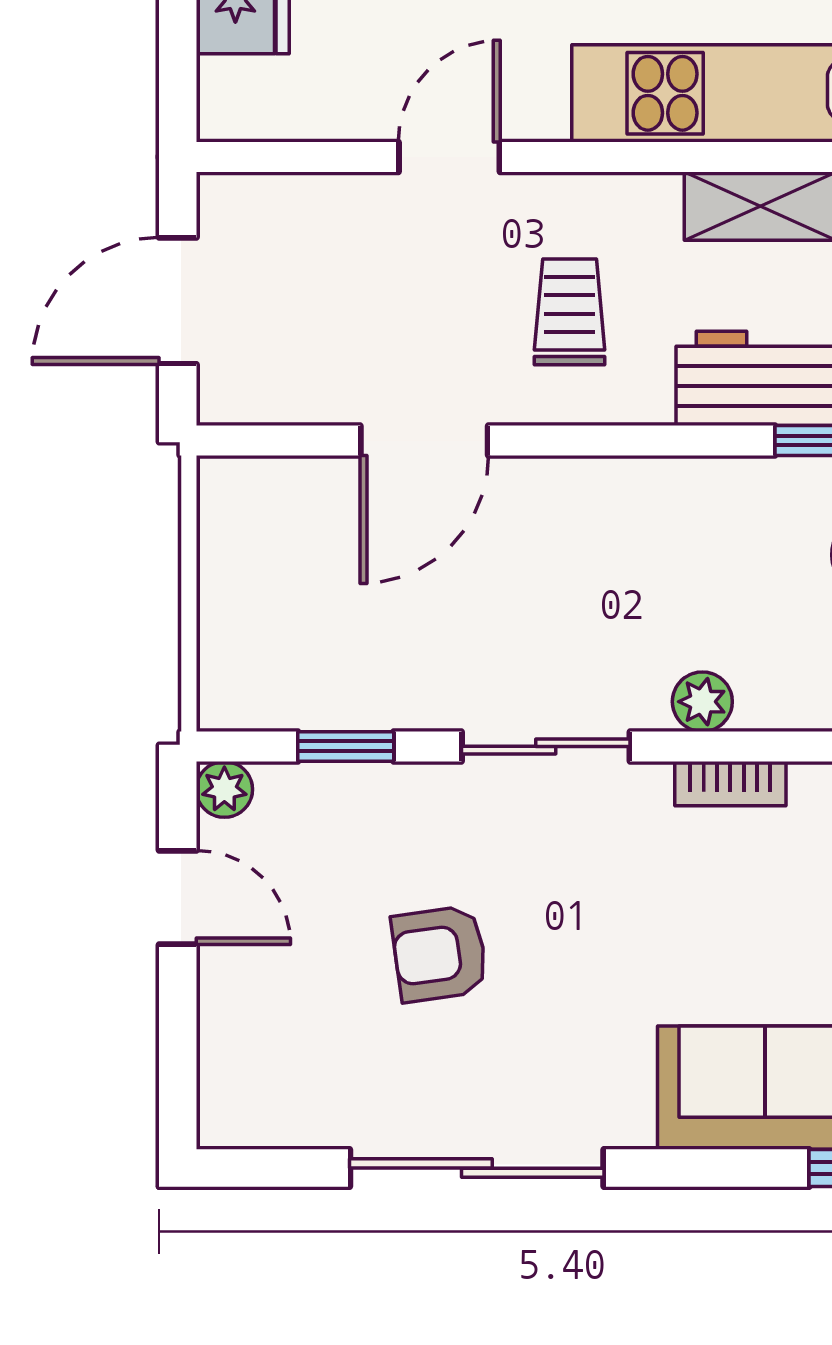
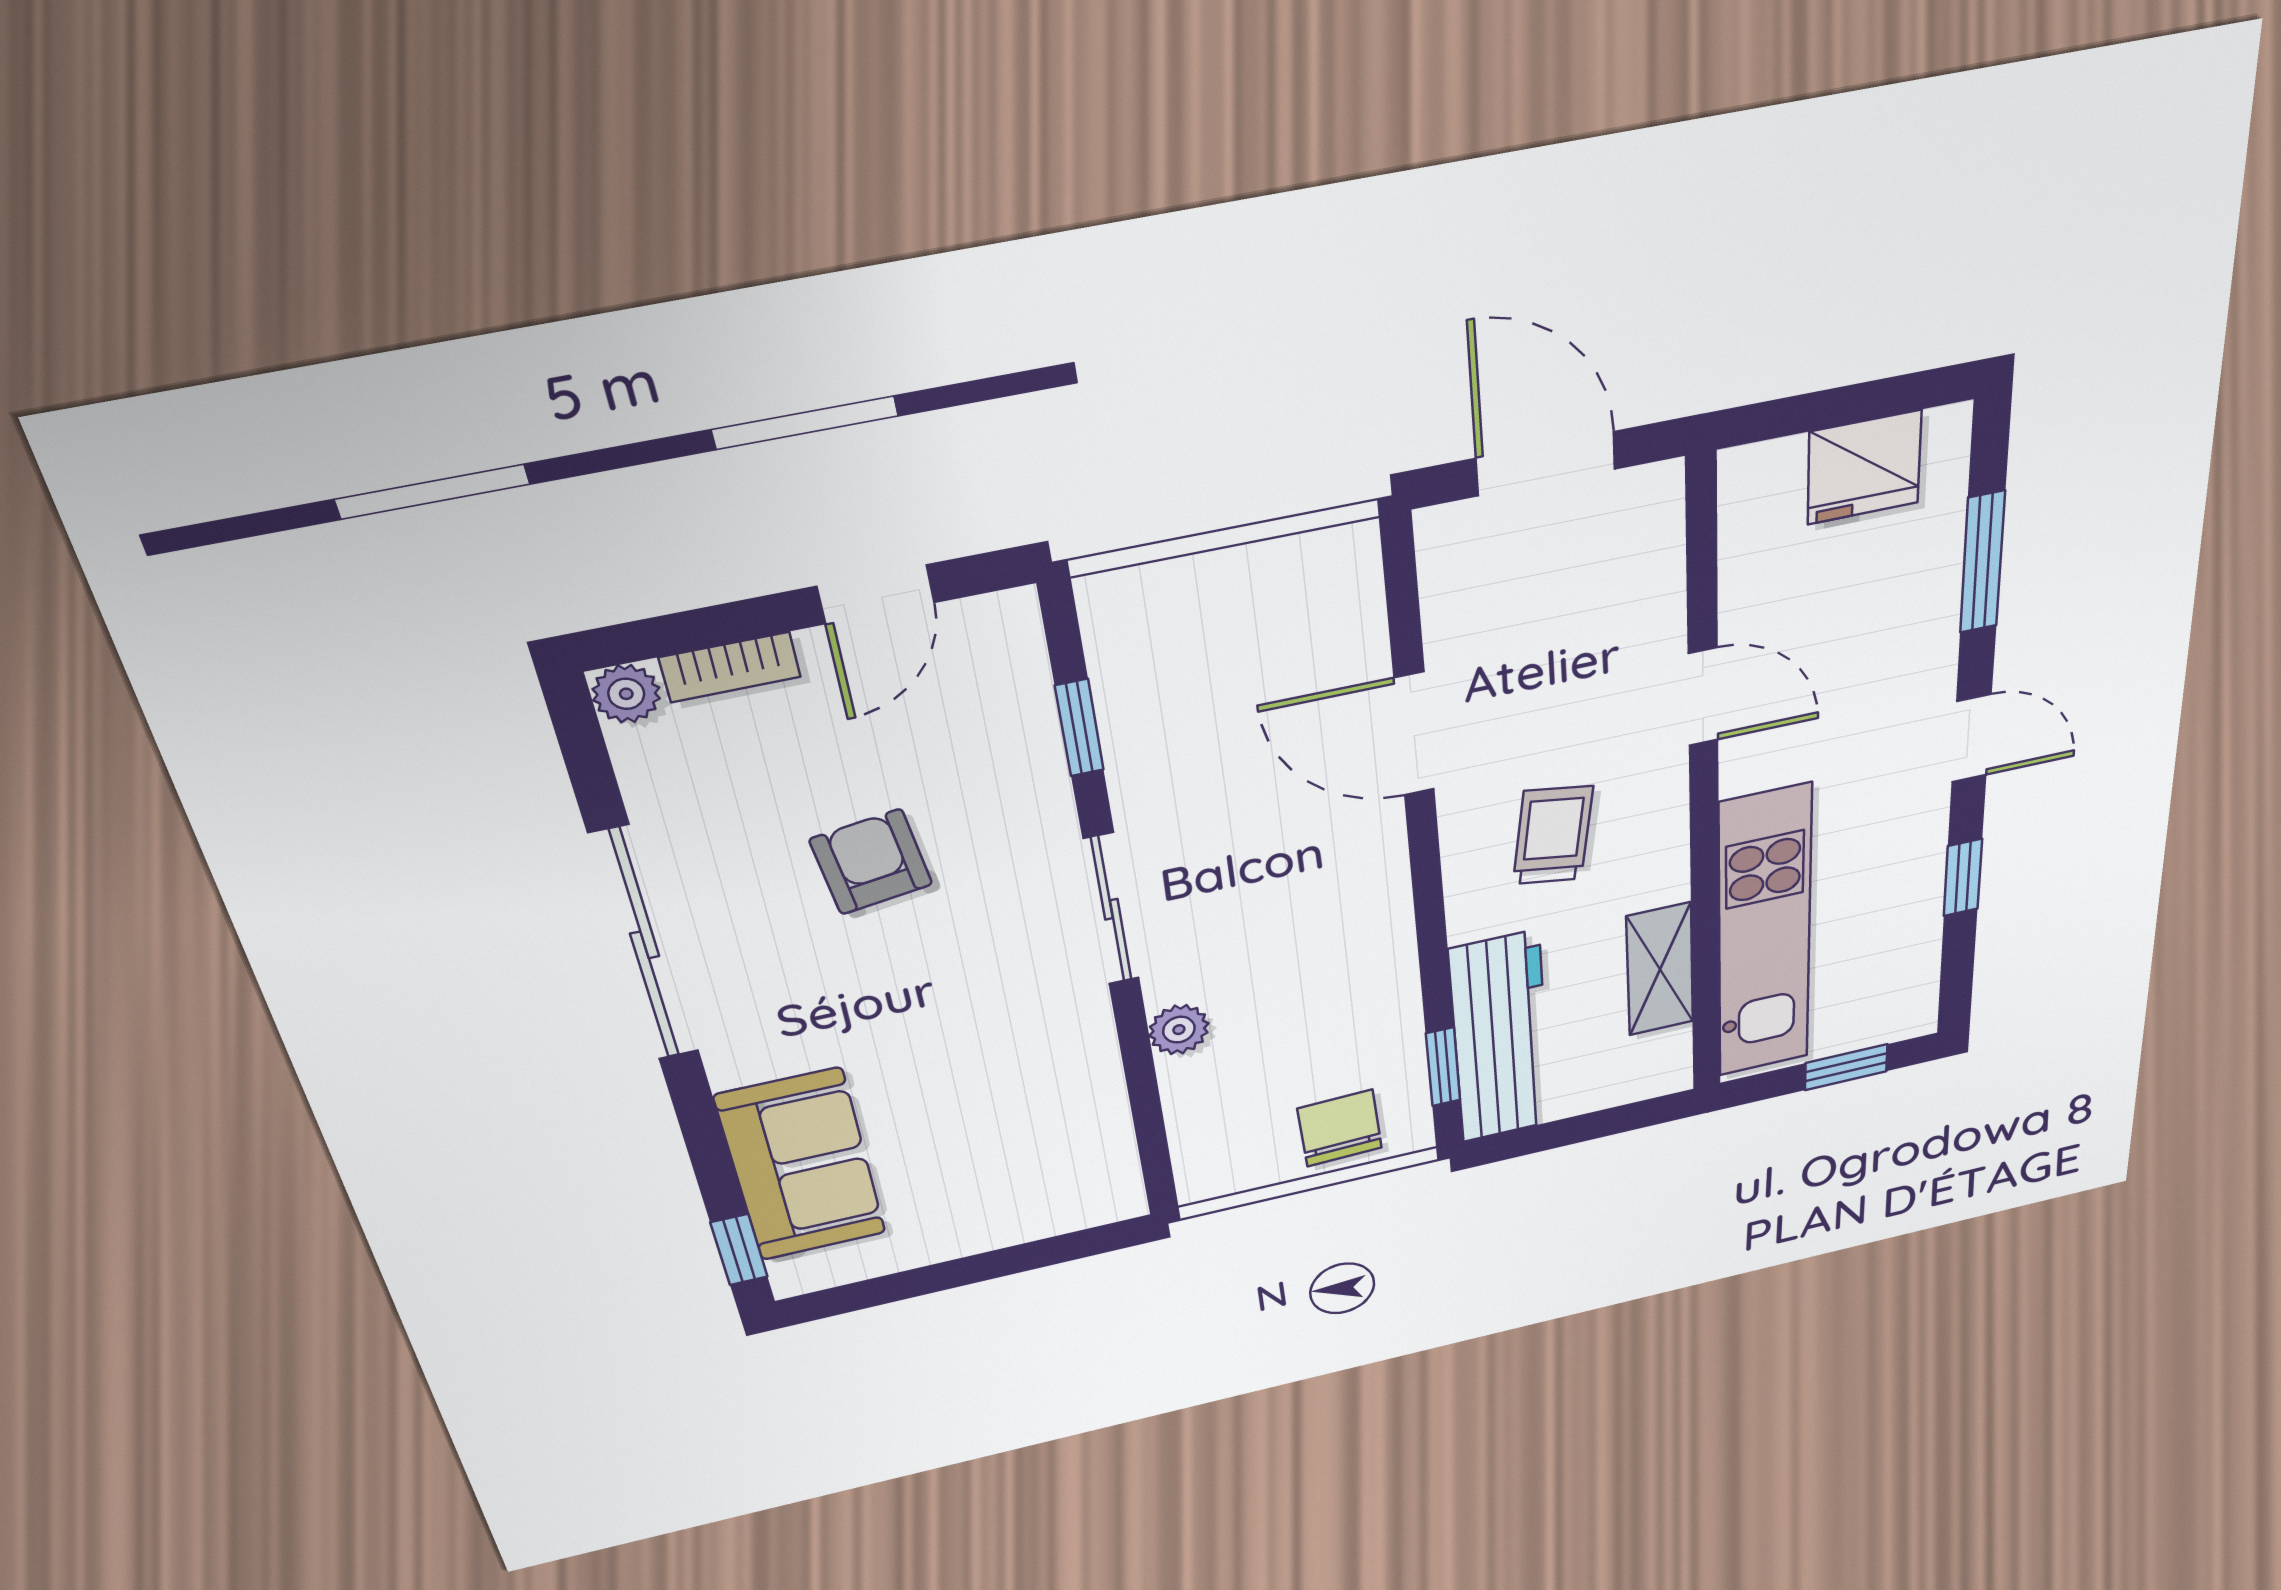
trolley: (570, 312) -> (1553, 835), turned -81
bookcase: (730, 784) -> (730, 667), moved, turned -90
plant: (224, 789) -> (626, 694), moved

